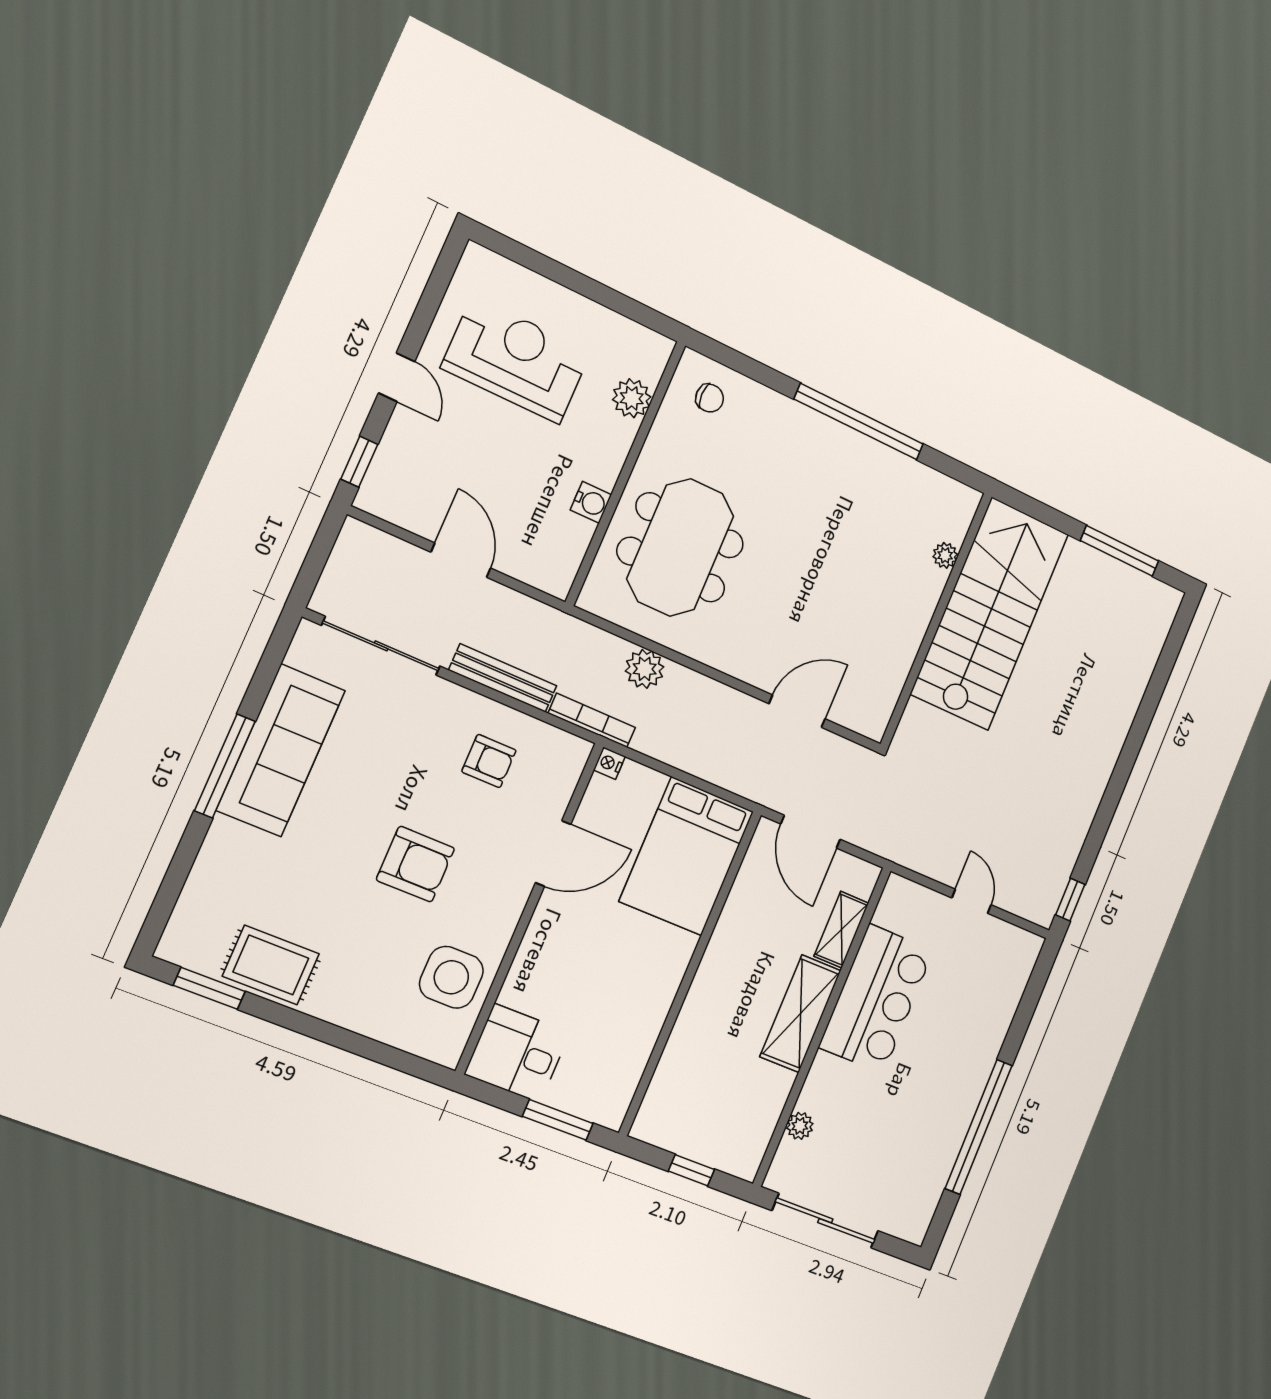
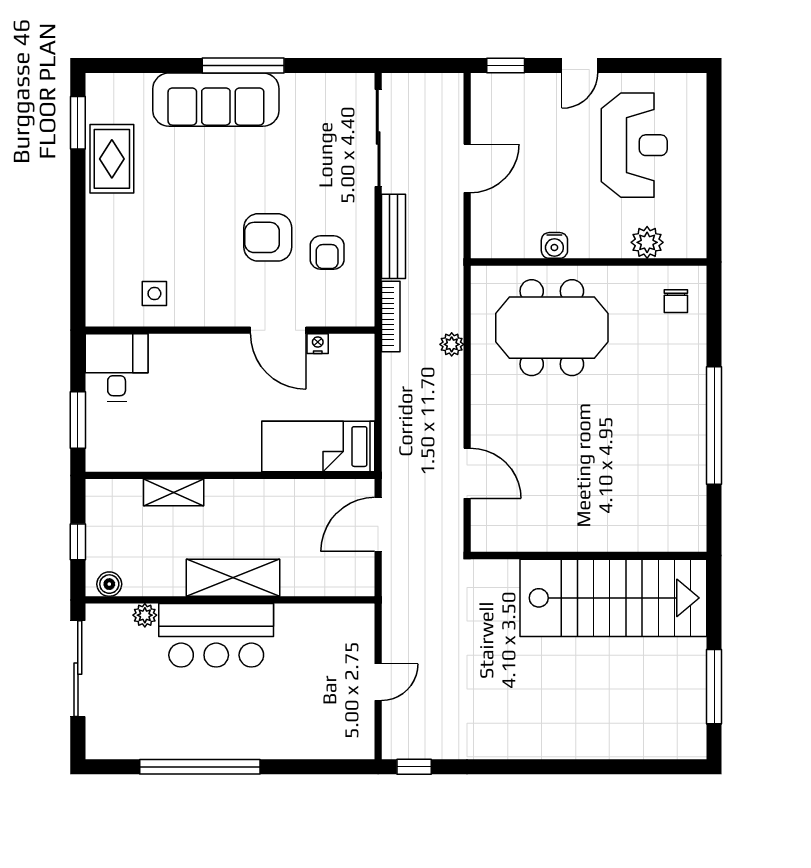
plant: (945, 555) -> (643, 541), removed
plant: (645, 669) -> (452, 344), width x0.73, depth x0.73
sofa: (281, 750) -> (216, 100), moved
nightstand: (609, 763) -> (318, 344), moved
bed: (687, 856) -> (318, 447), width x0.67
armchair: (415, 864) -> (268, 237), moved, turned 90
shelving: (841, 930) -> (174, 492), moved
side table: (451, 977) -> (154, 294), width x0.54, depth x0.54
bar counter: (876, 999) -> (216, 635), moved
boiler: (751, 1152) -> (109, 584), added

